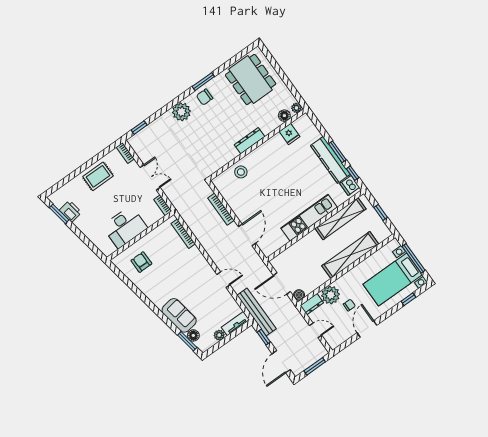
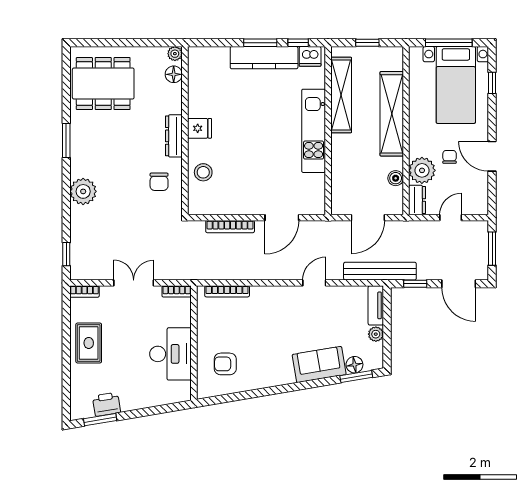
chair: (205, 97) -> (159, 182), moved
fridge: (290, 134) -> (200, 128), moved
door: (247, 235) -> (282, 218), swing flipped
boiler: (299, 295) -> (396, 178), moved

